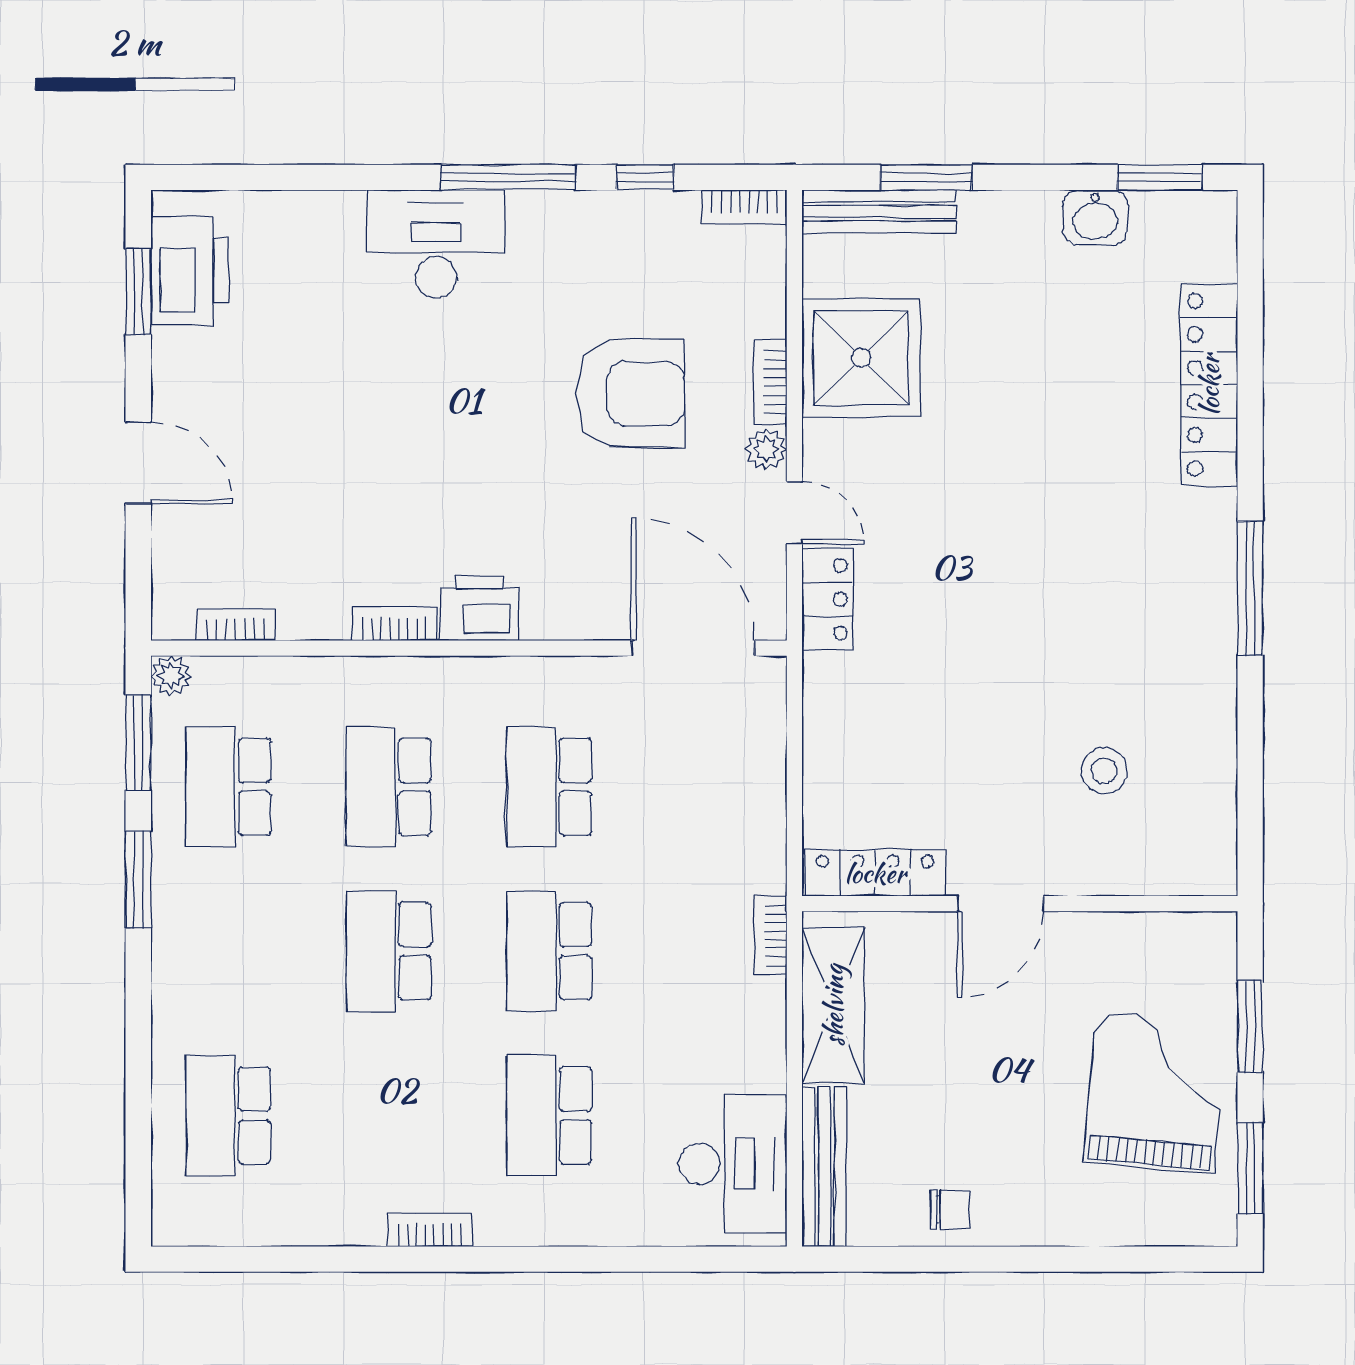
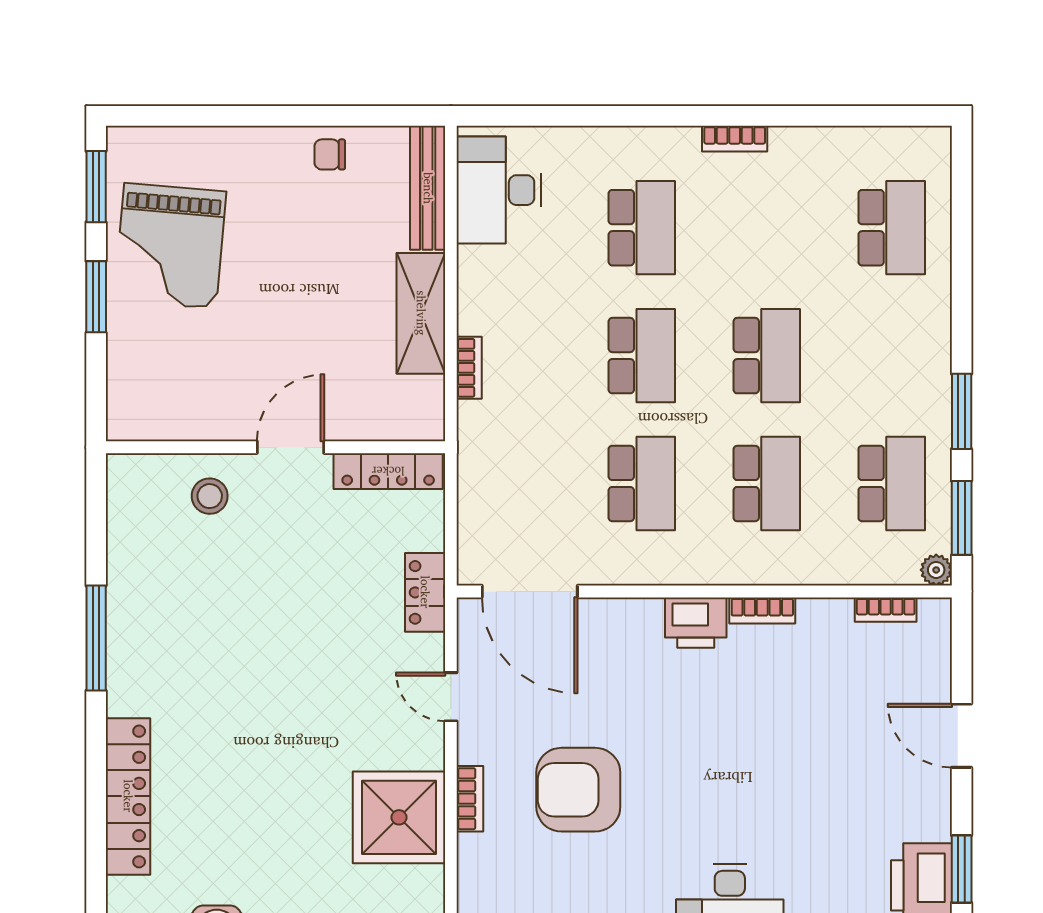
plant: (766, 449) -> (473, 747), removed
locker: (828, 599) -> (425, 592), moved
locker: (875, 873) -> (388, 471), moved
door: (1000, 904) -> (290, 447), moved
wall: (1020, 904) -> (275, 447), moved

